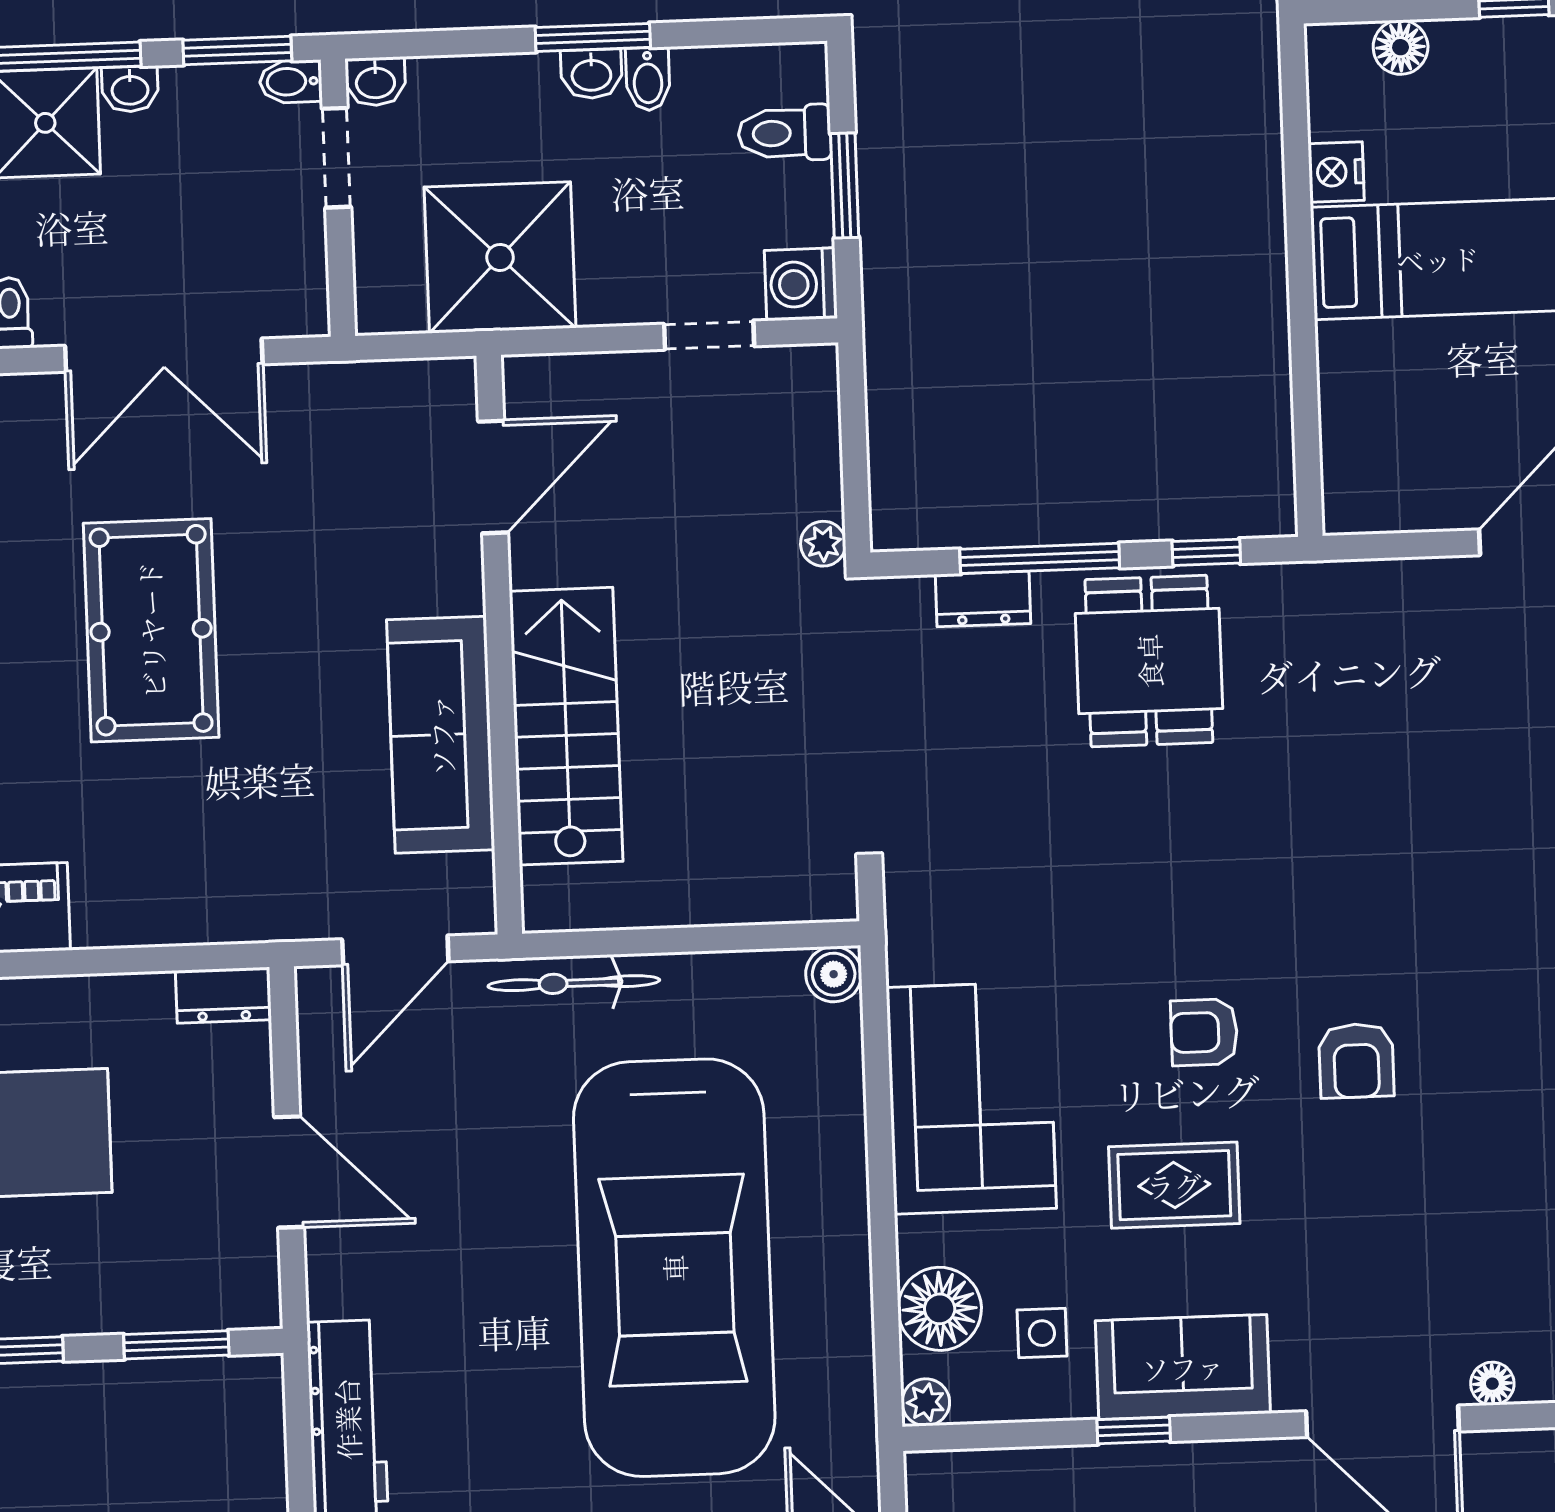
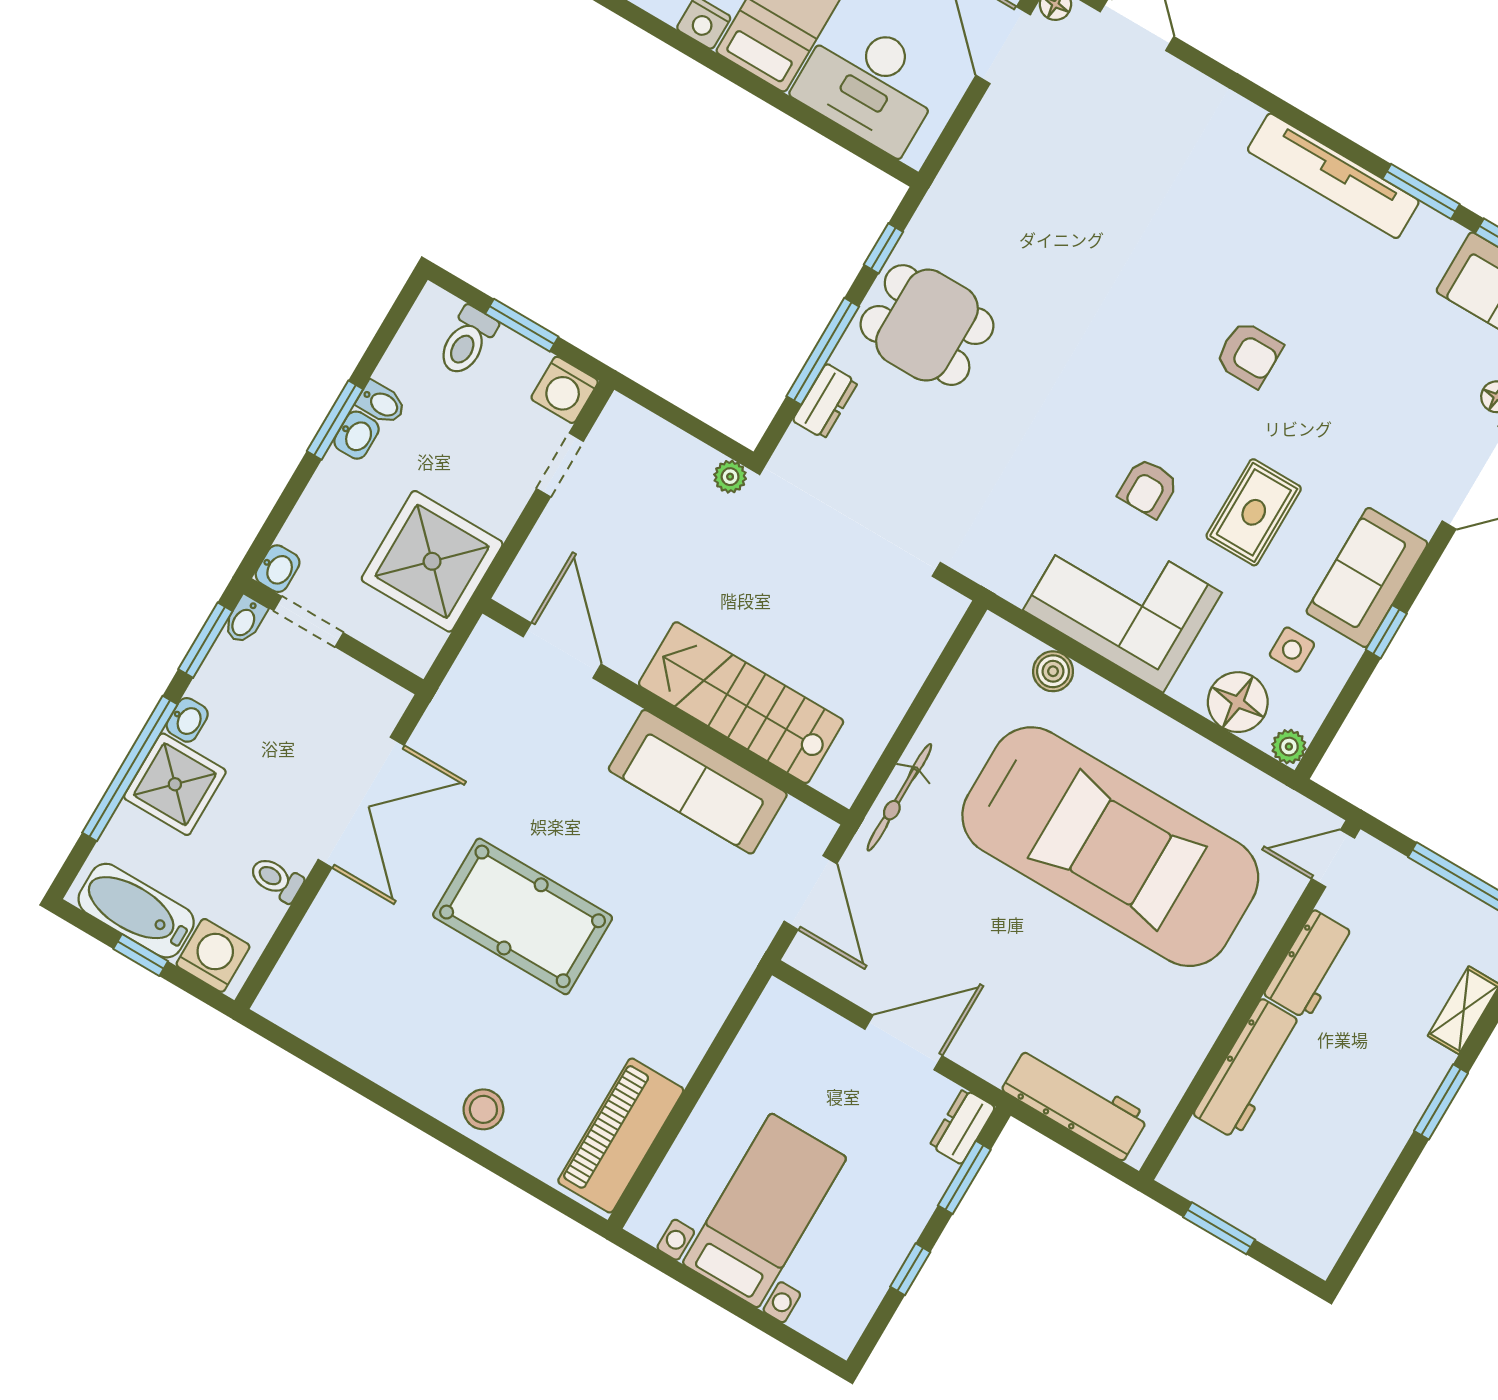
desk: (1389, 412) -> (869, 84), added
boiler: (834, 974) -> (1053, 671), moved
dresser: (223, 995) -> (962, 1126), moved, turned 180
armchair: (1204, 1032) -> (1148, 488), moved

